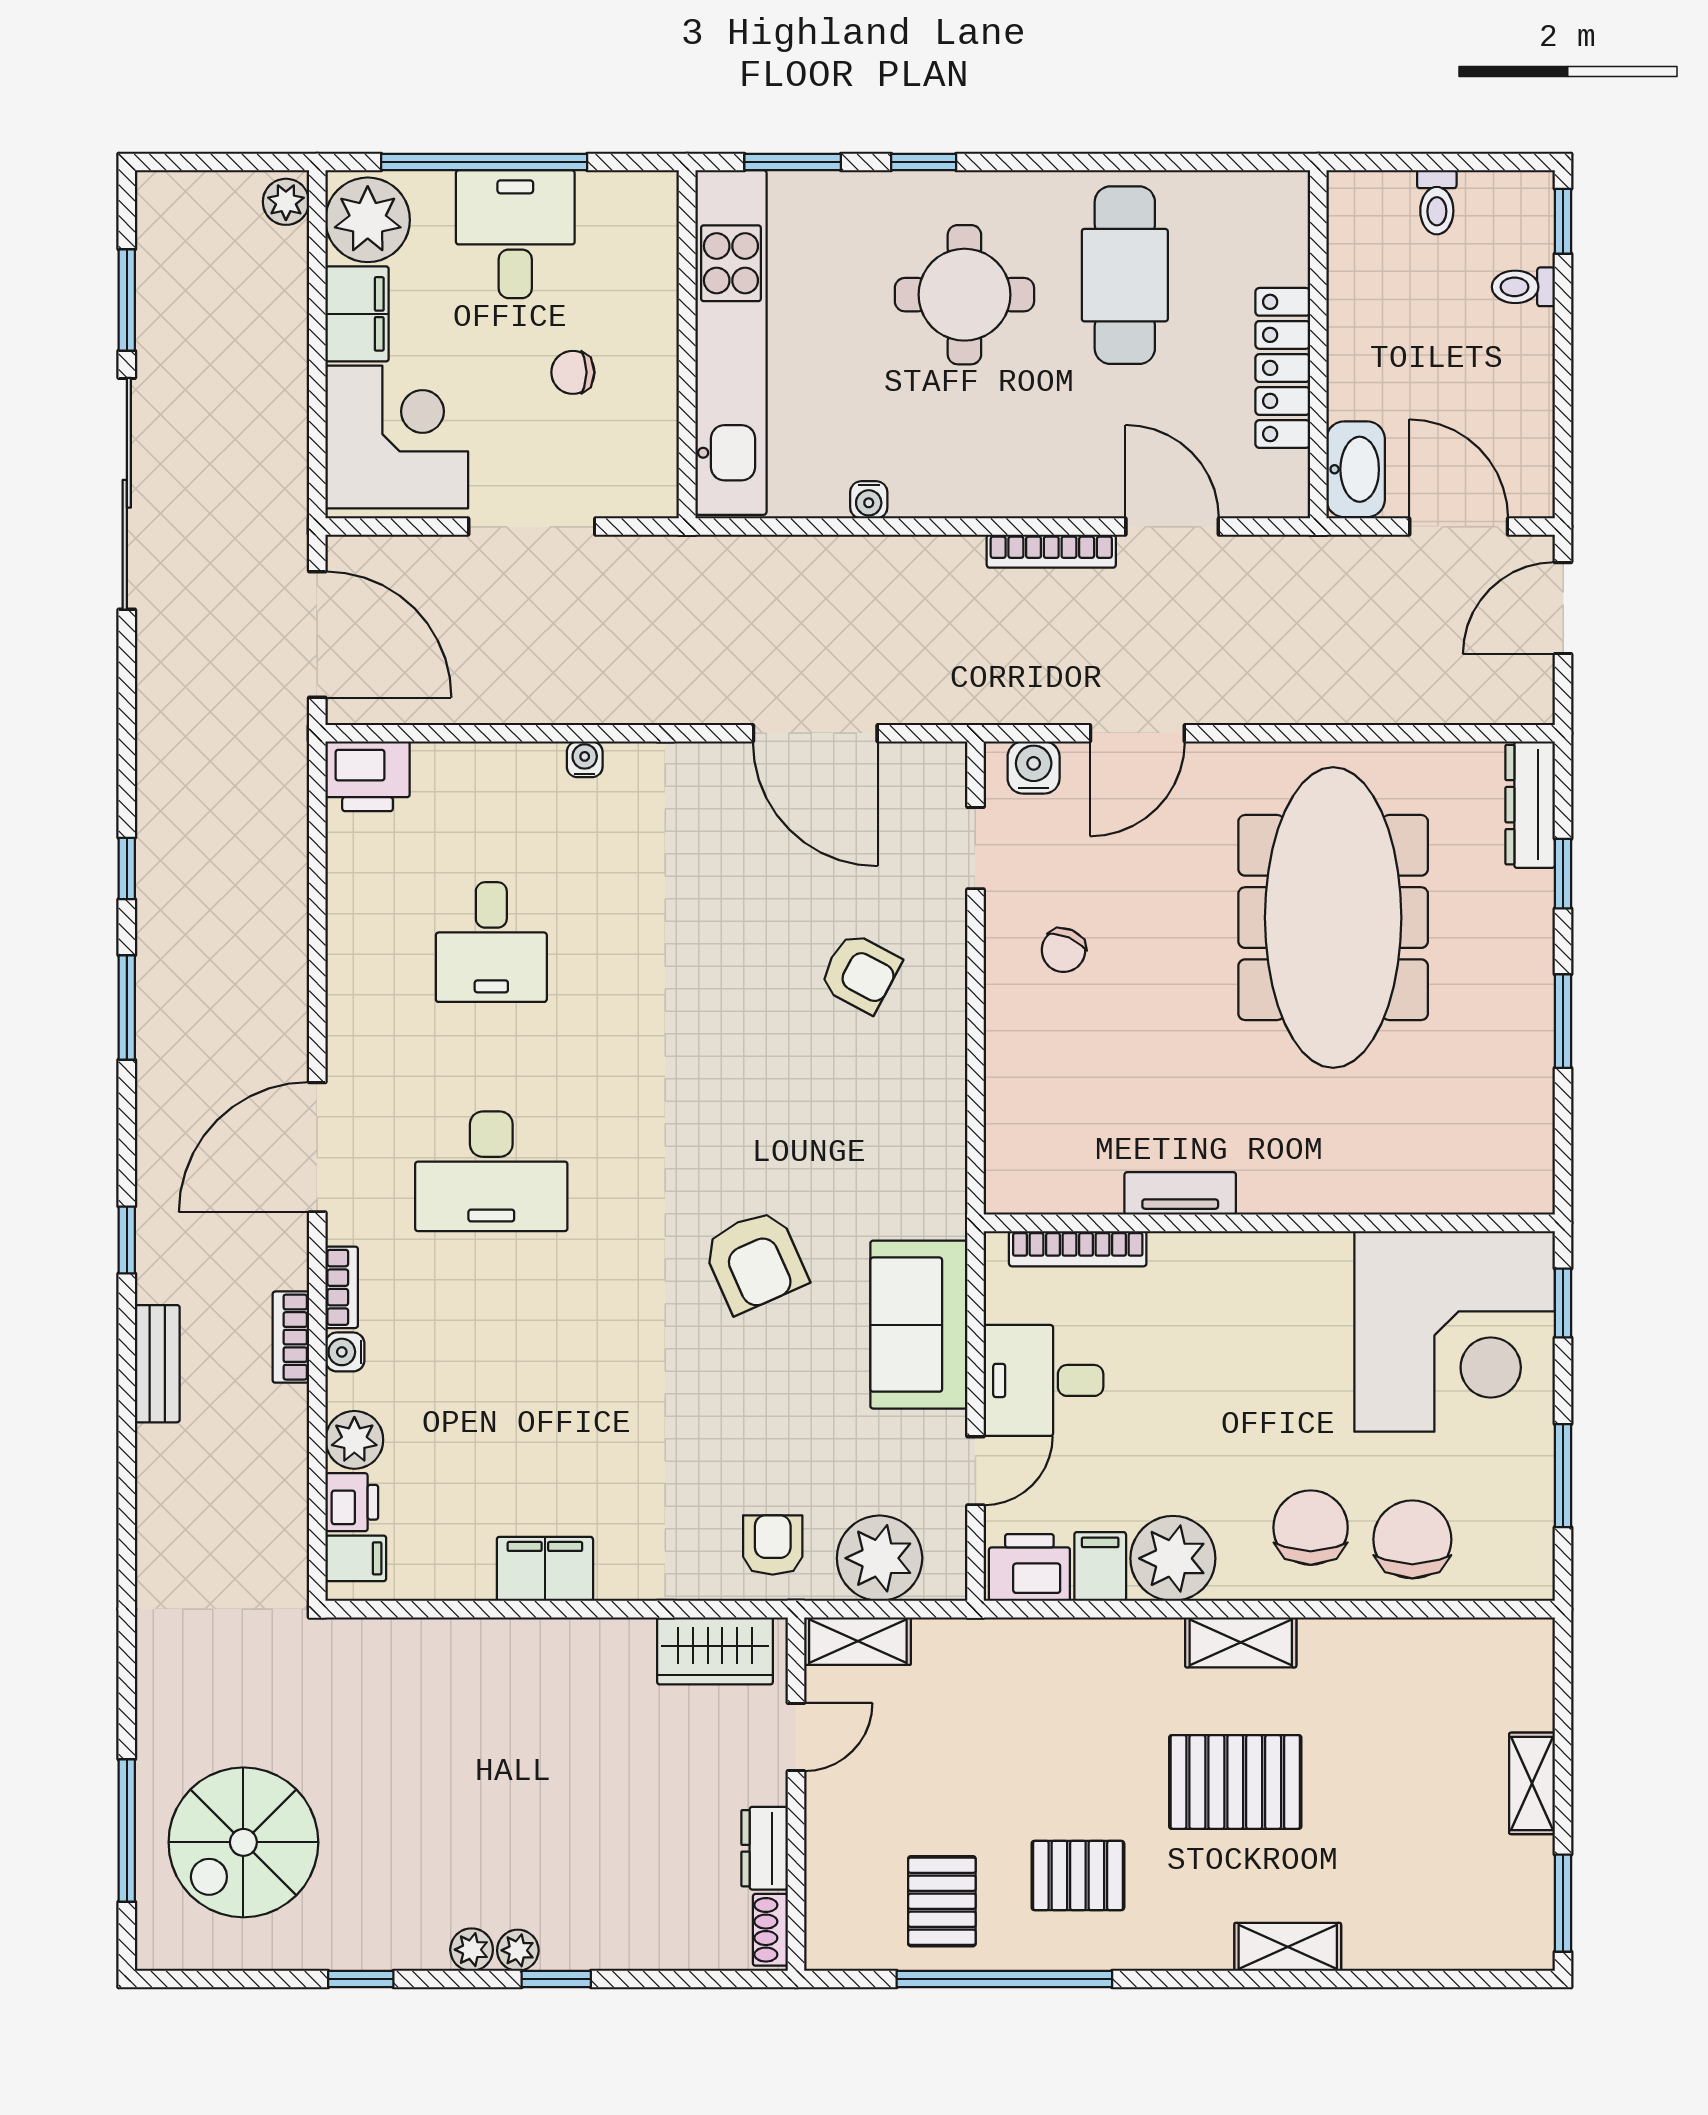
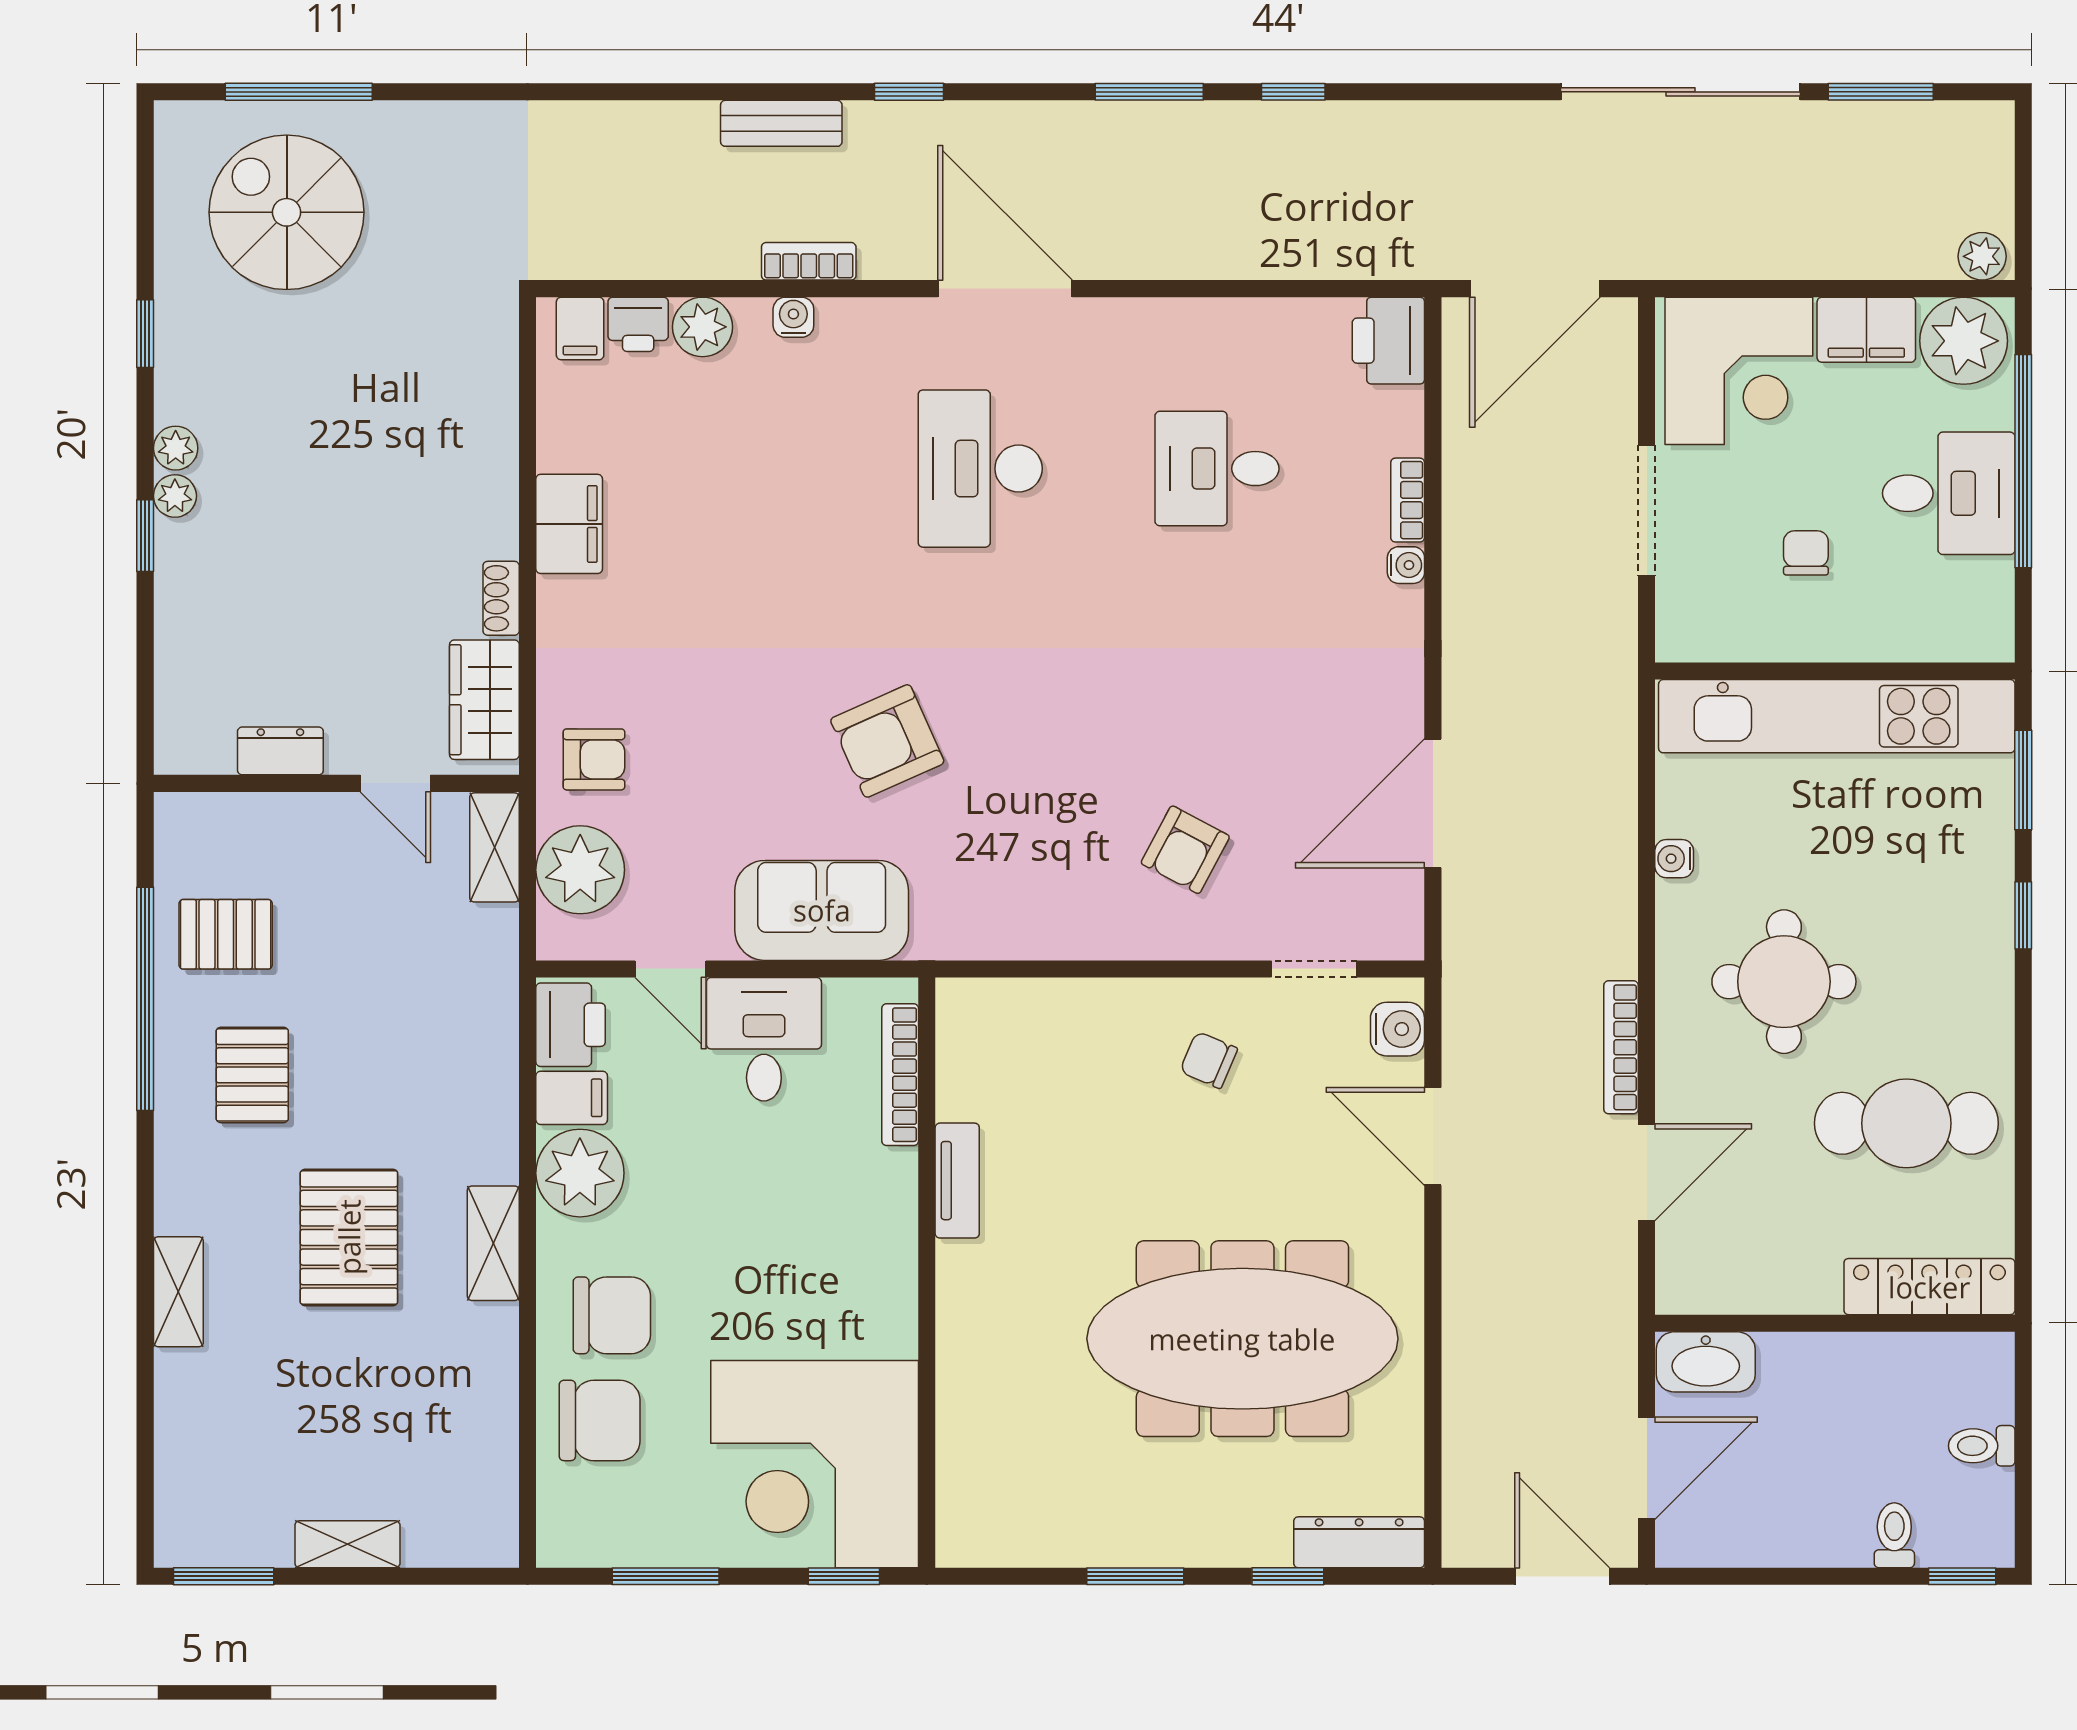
round table: (964, 295) -> (1784, 982), moved
locker: (1283, 368) -> (1929, 1287), moved
bookcase: (342, 1287) -> (1408, 500), moved, turned 90
shoe rack: (770, 1930) -> (501, 598), moved, turned -90

